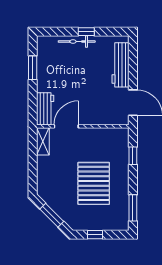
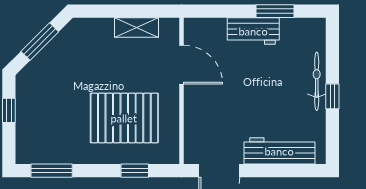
workbench: (45, 109) -> (253, 31), moved
shelving: (43, 141) -> (137, 27), moved
pallet: (94, 183) -> (124, 118), moved

